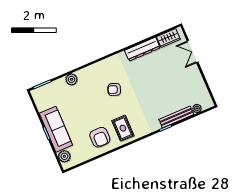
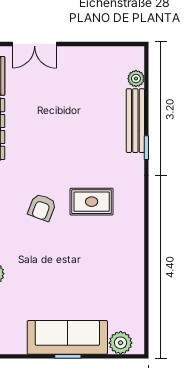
rug: (123, 128) -> (92, 202), moved
armchair: (100, 137) -> (114, 267), removed

